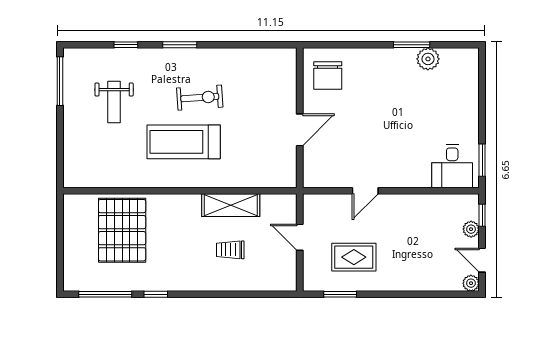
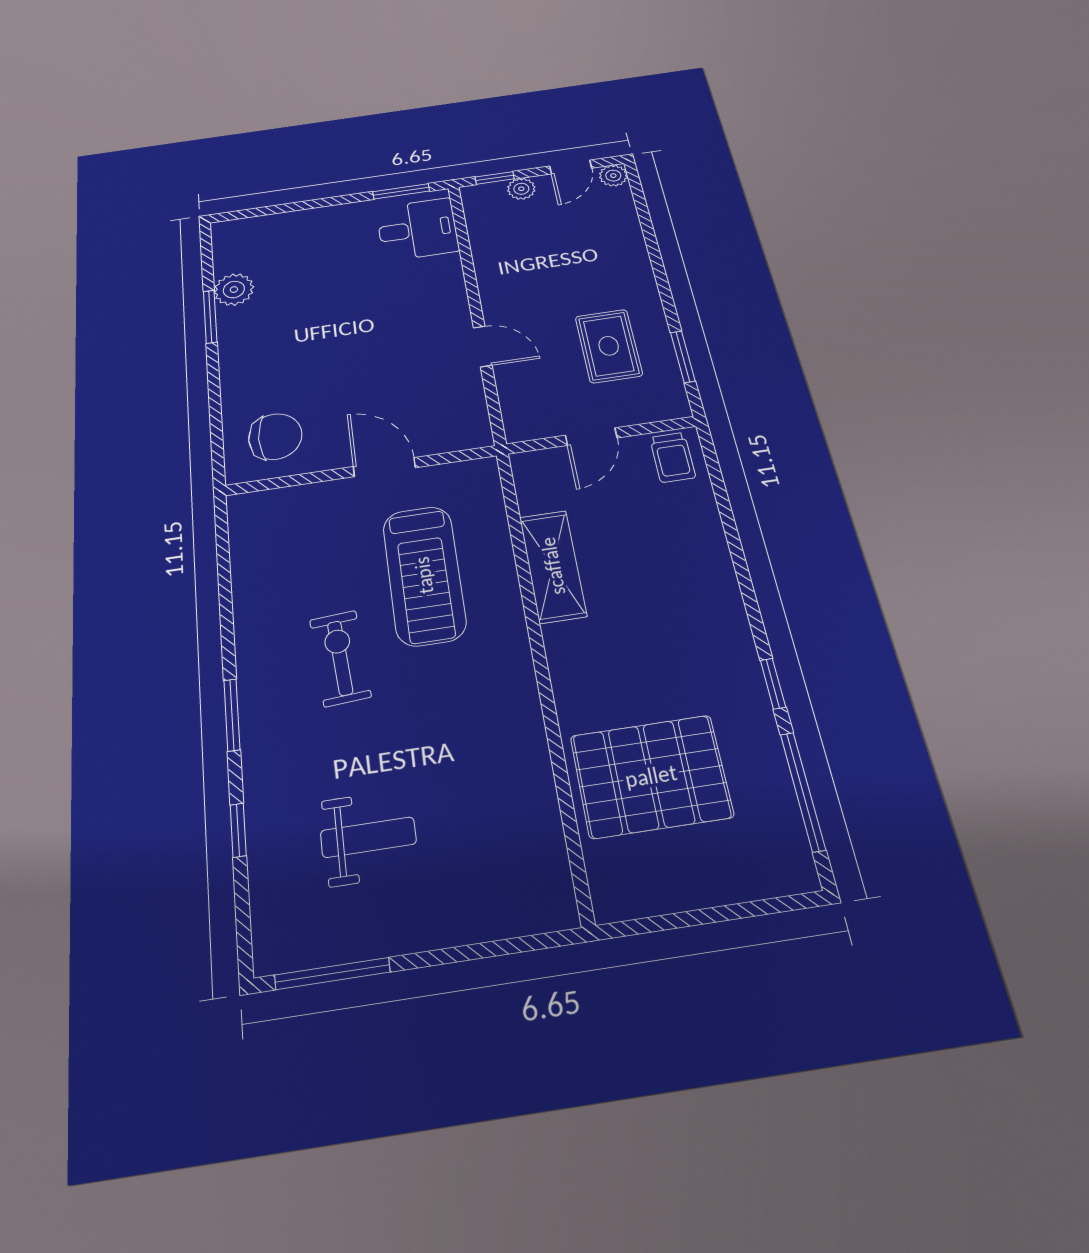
treadmill: (184, 142) -> (424, 575), moved
trolley: (230, 250) -> (673, 457), moved

